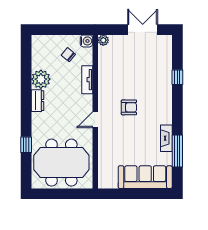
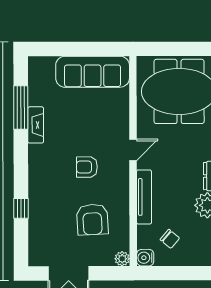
armchair: (125, 69) -> (92, 219), added
tv unit: (87, 80) -> (144, 197), width x1.41
sofa: (145, 177) -> (93, 72), moved

